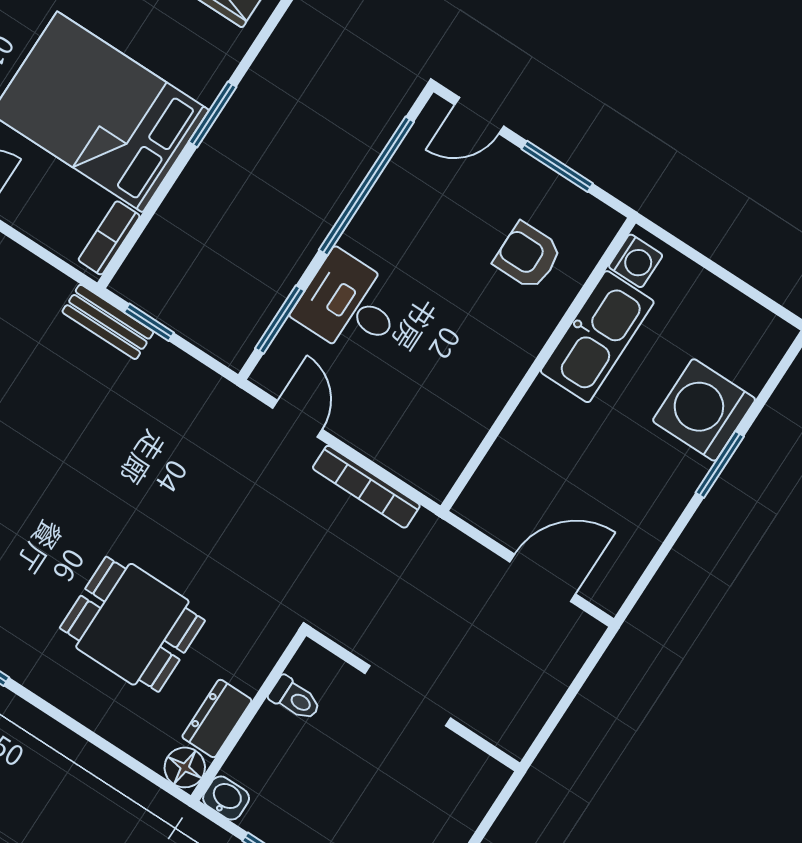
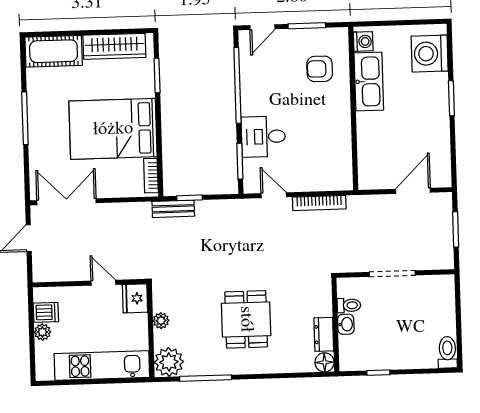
window: (213, 114) -> (157, 75), moved
washing machine: (704, 410) -> (430, 54), moved
dining table: (132, 624) -> (246, 319), moved, turned 90
window: (570, 695) -> (456, 229), added
washbasin: (226, 798) -> (346, 324), moved, turned 90

